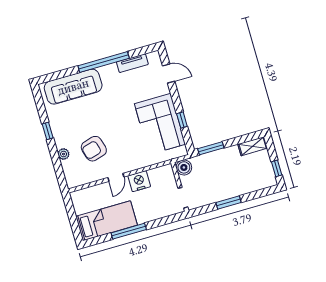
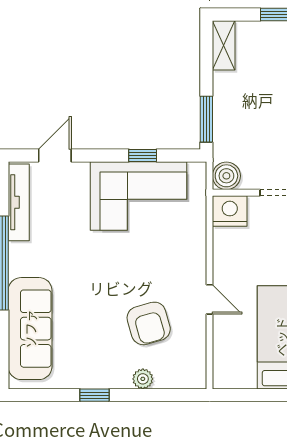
tv unit: (132, 63) -> (19, 202), width x1.41
nightstand: (139, 181) -> (230, 211), moved, turned 90

